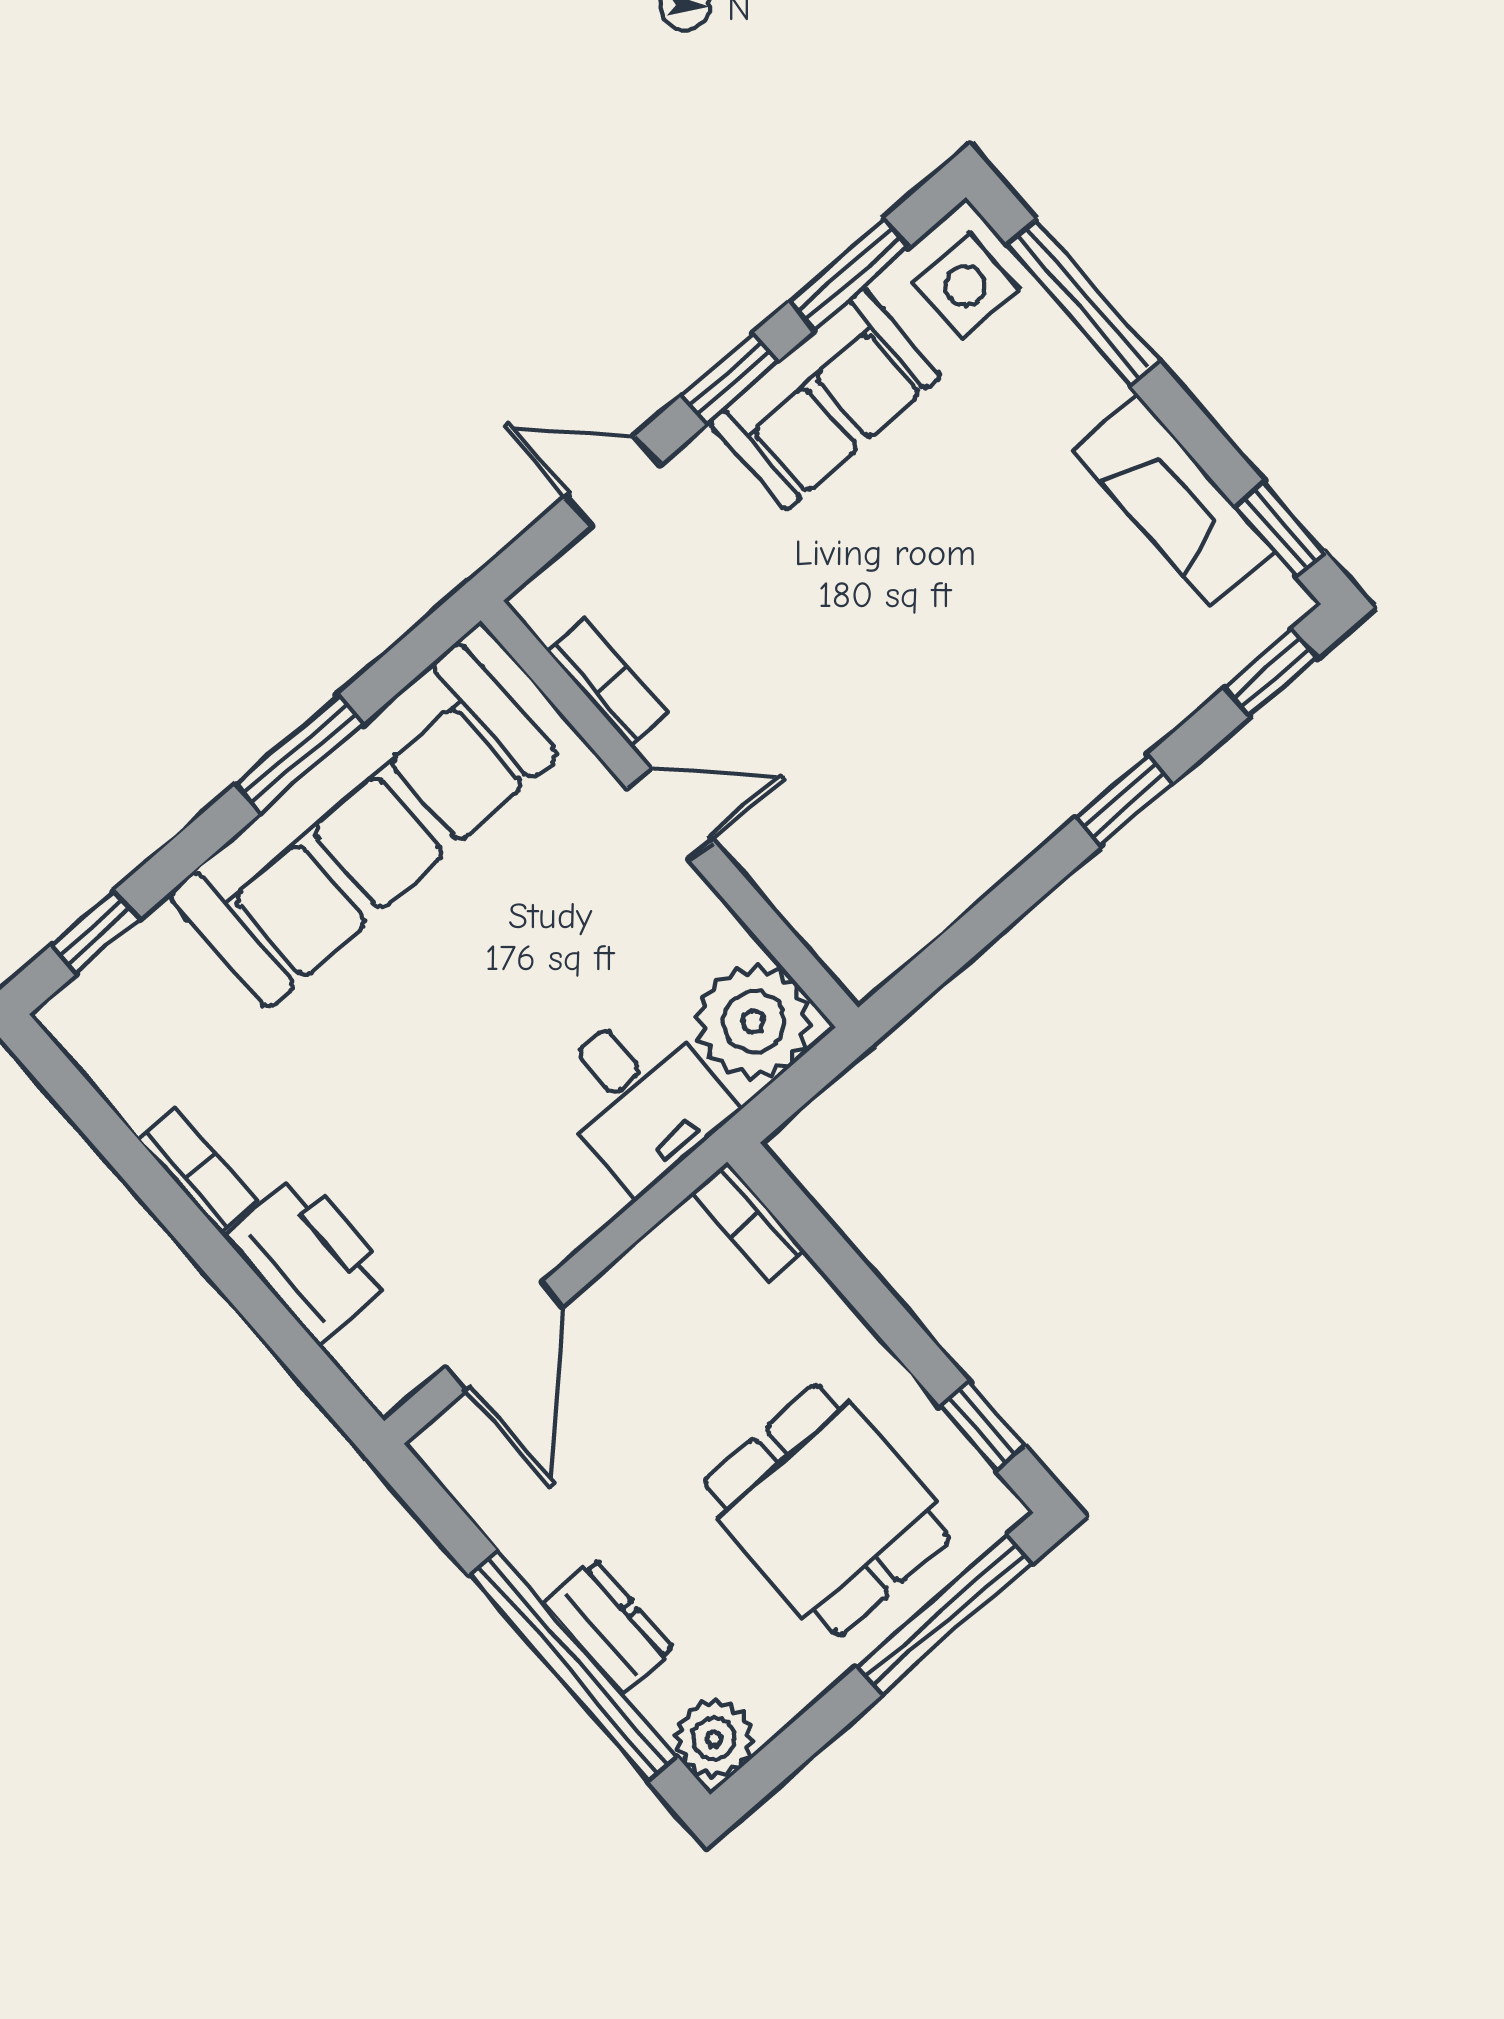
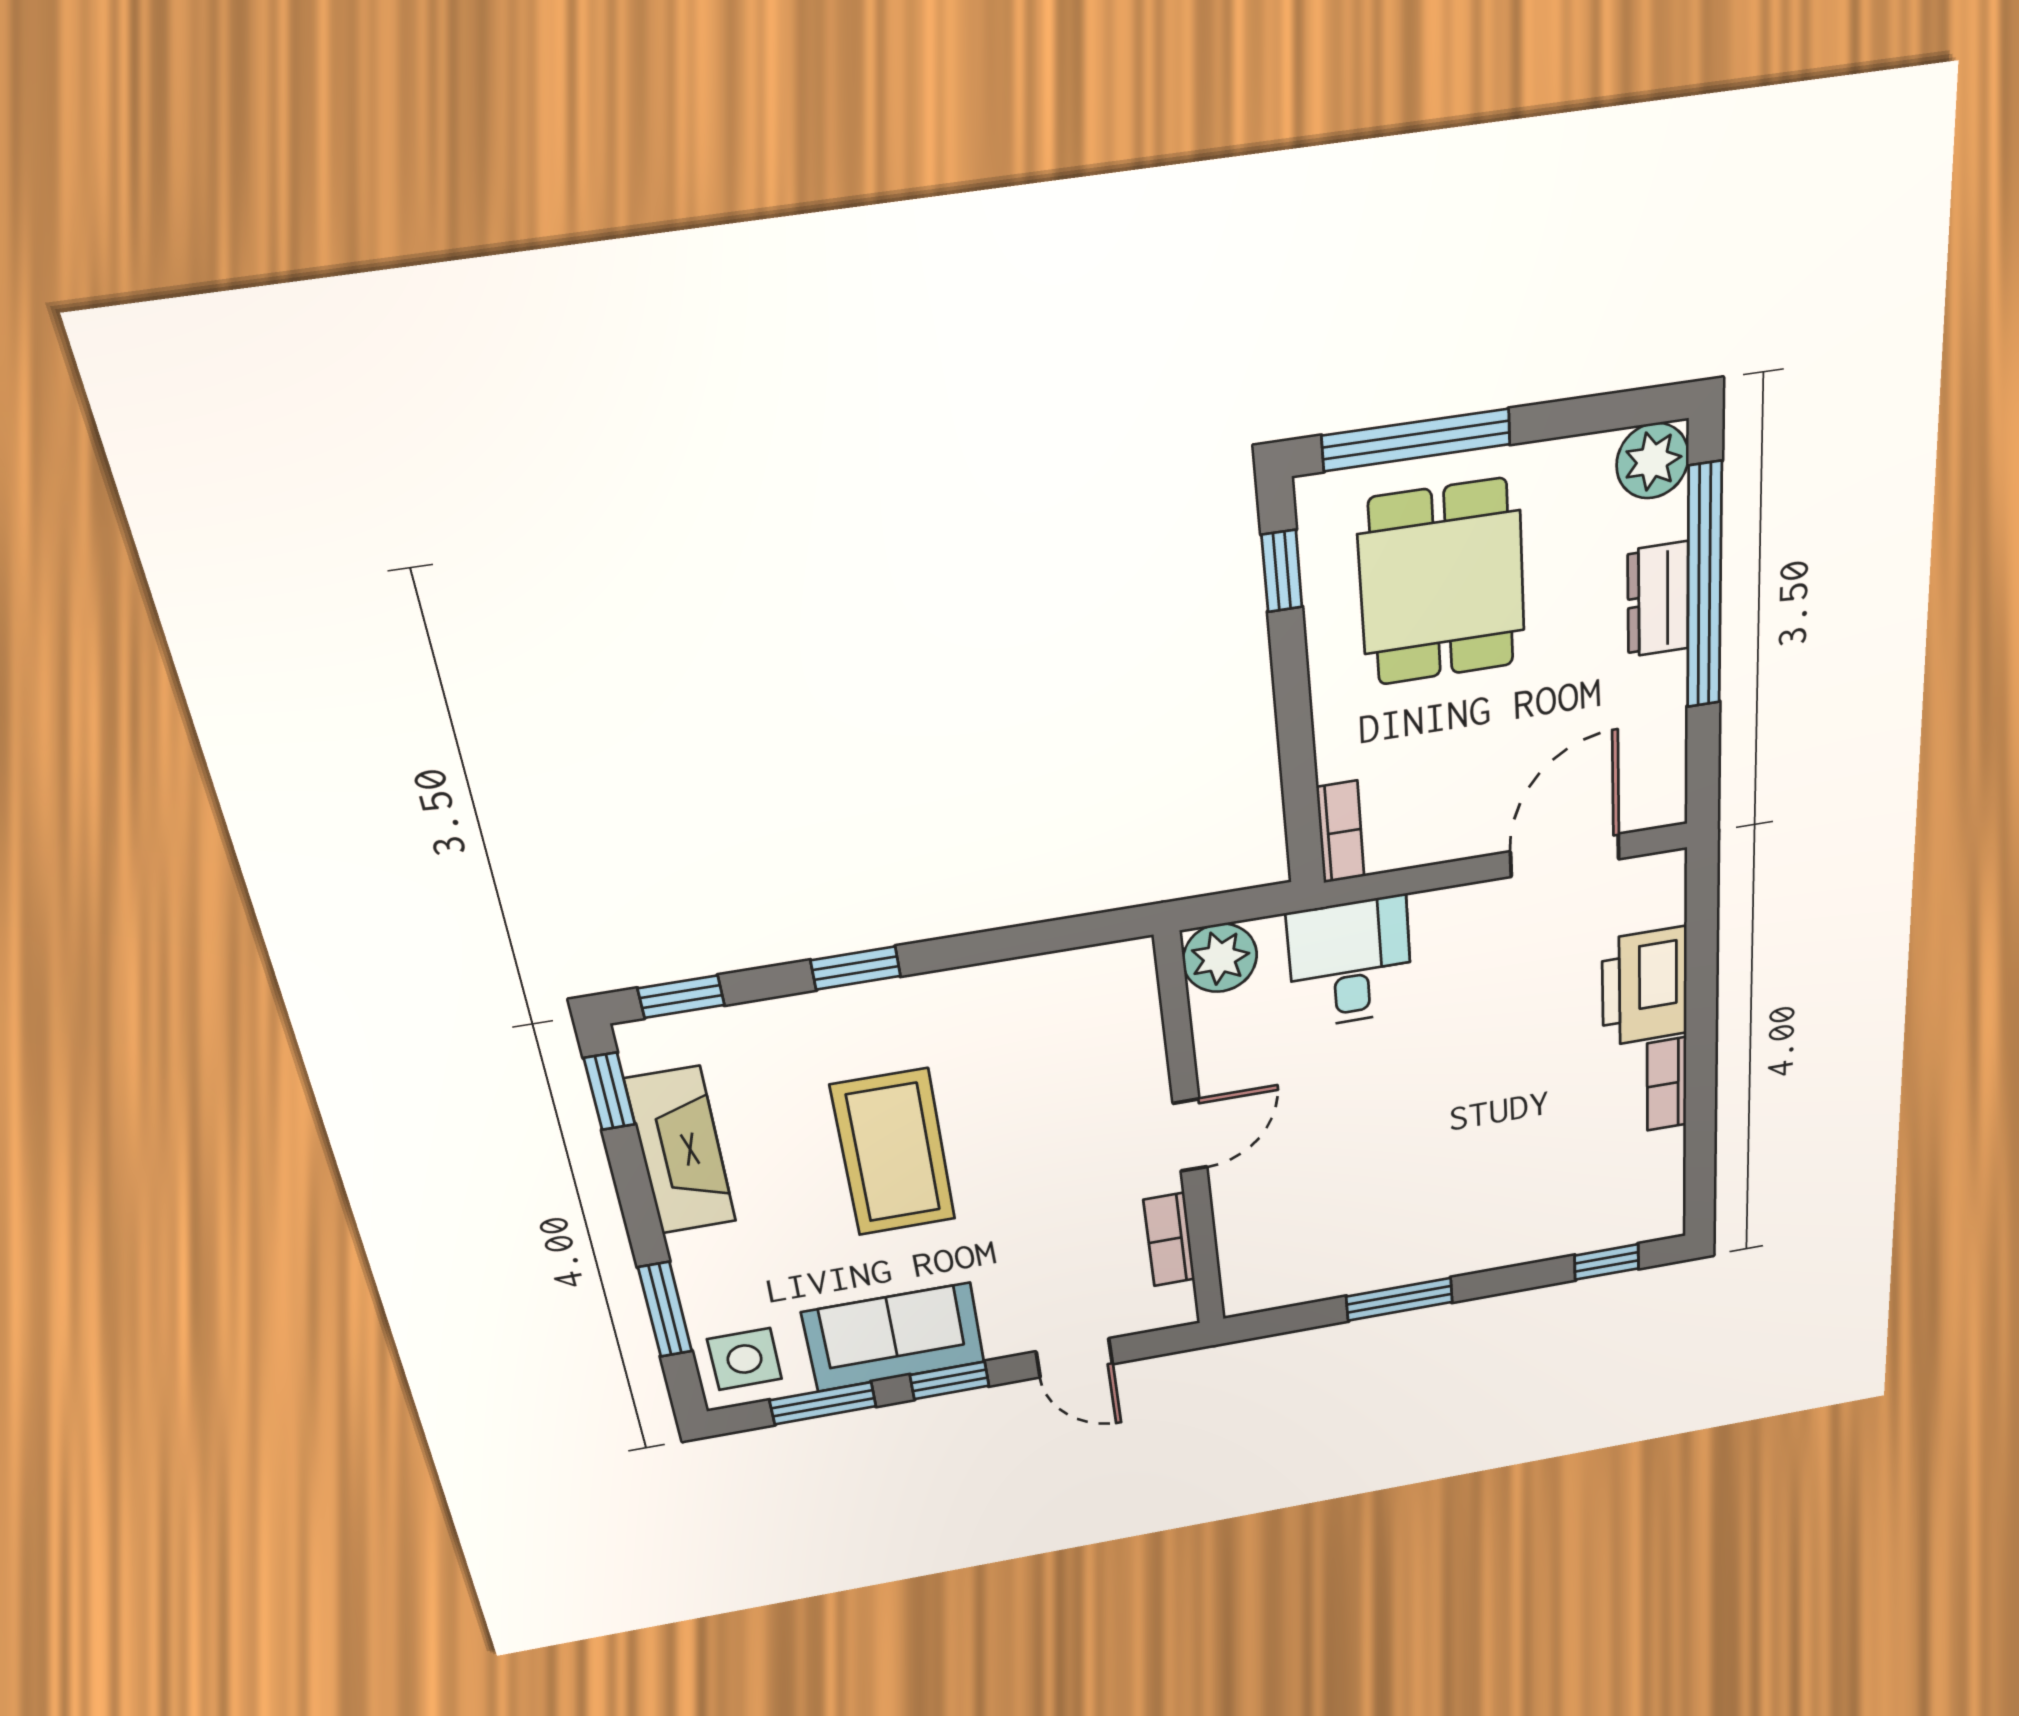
window: (1083, 303) -> (665, 1309), width x0.69
coffee table: (962, 620) -> (893, 1153), added
door: (670, 814) -> (1190, 1135), swing flipped
sofa: (363, 825) -> (1394, 1236), removed
plant: (753, 1022) -> (1220, 958), width x0.73, depth x0.73

